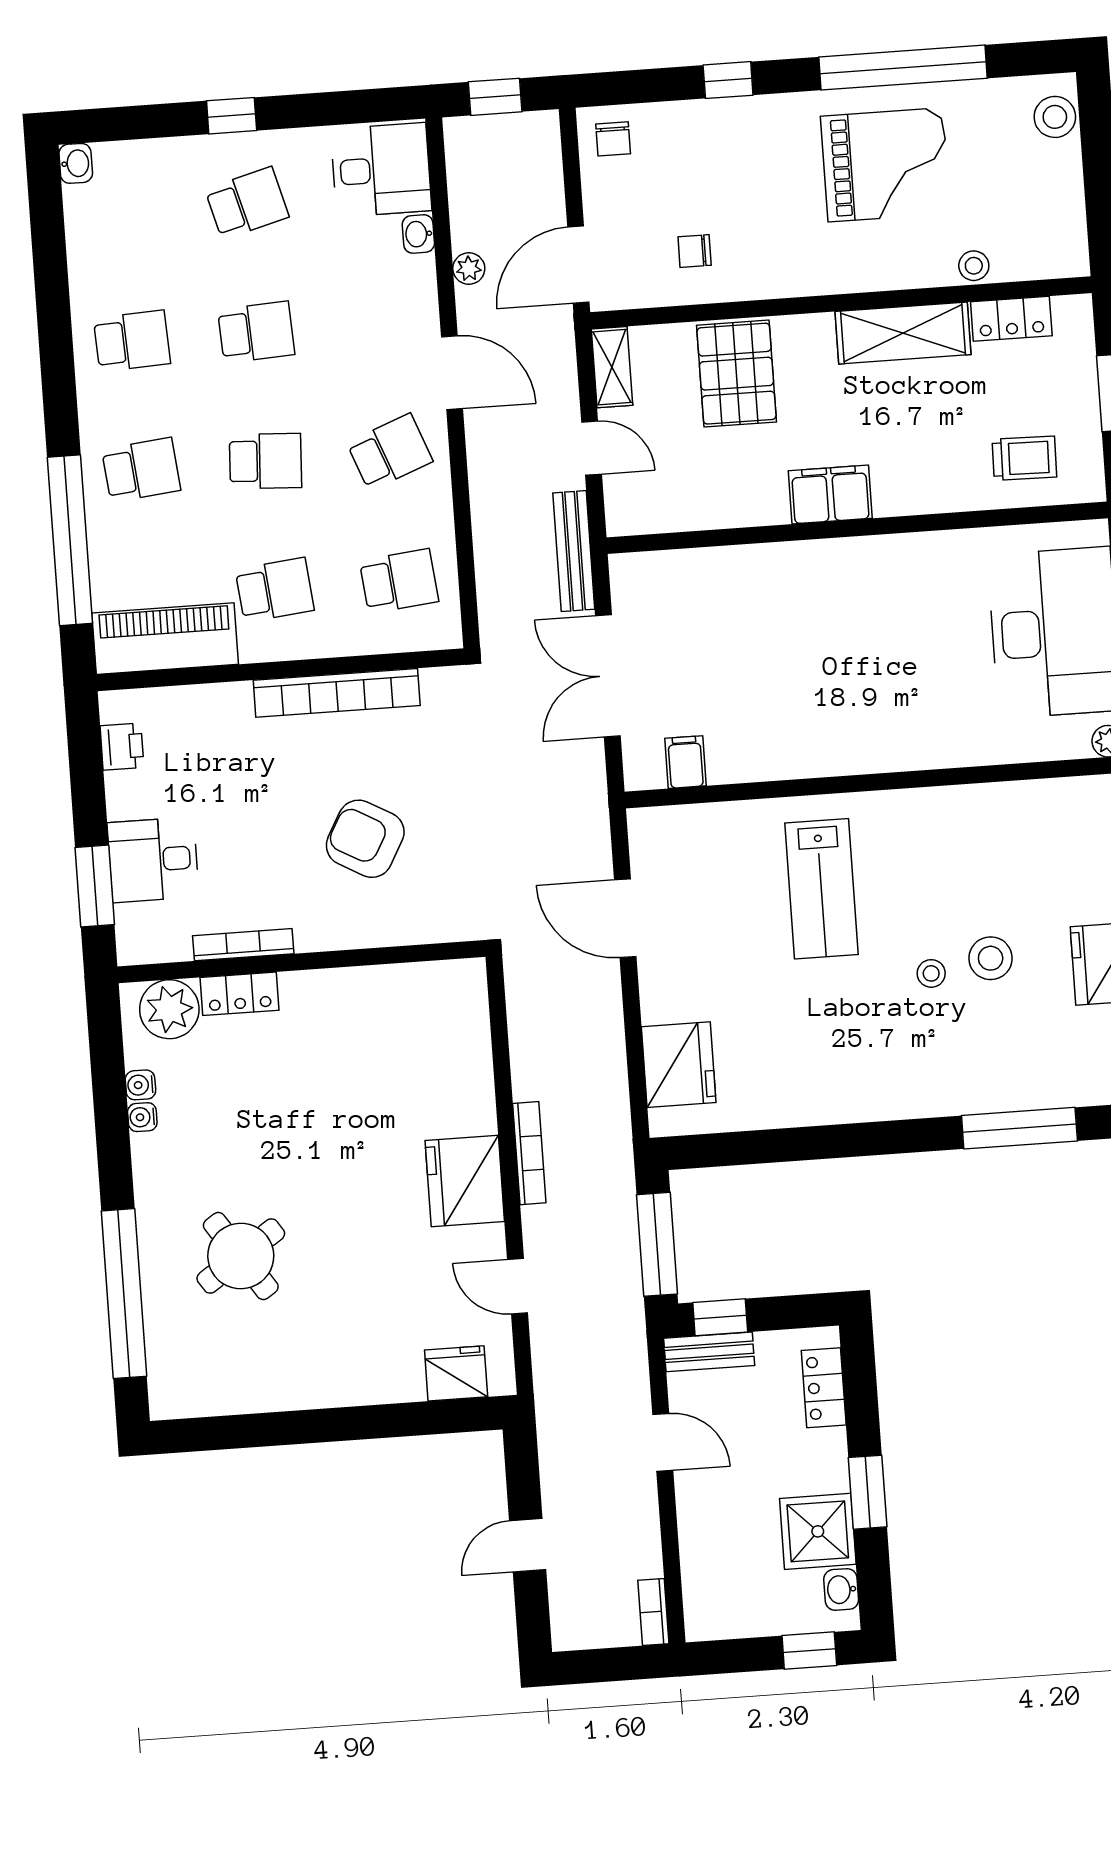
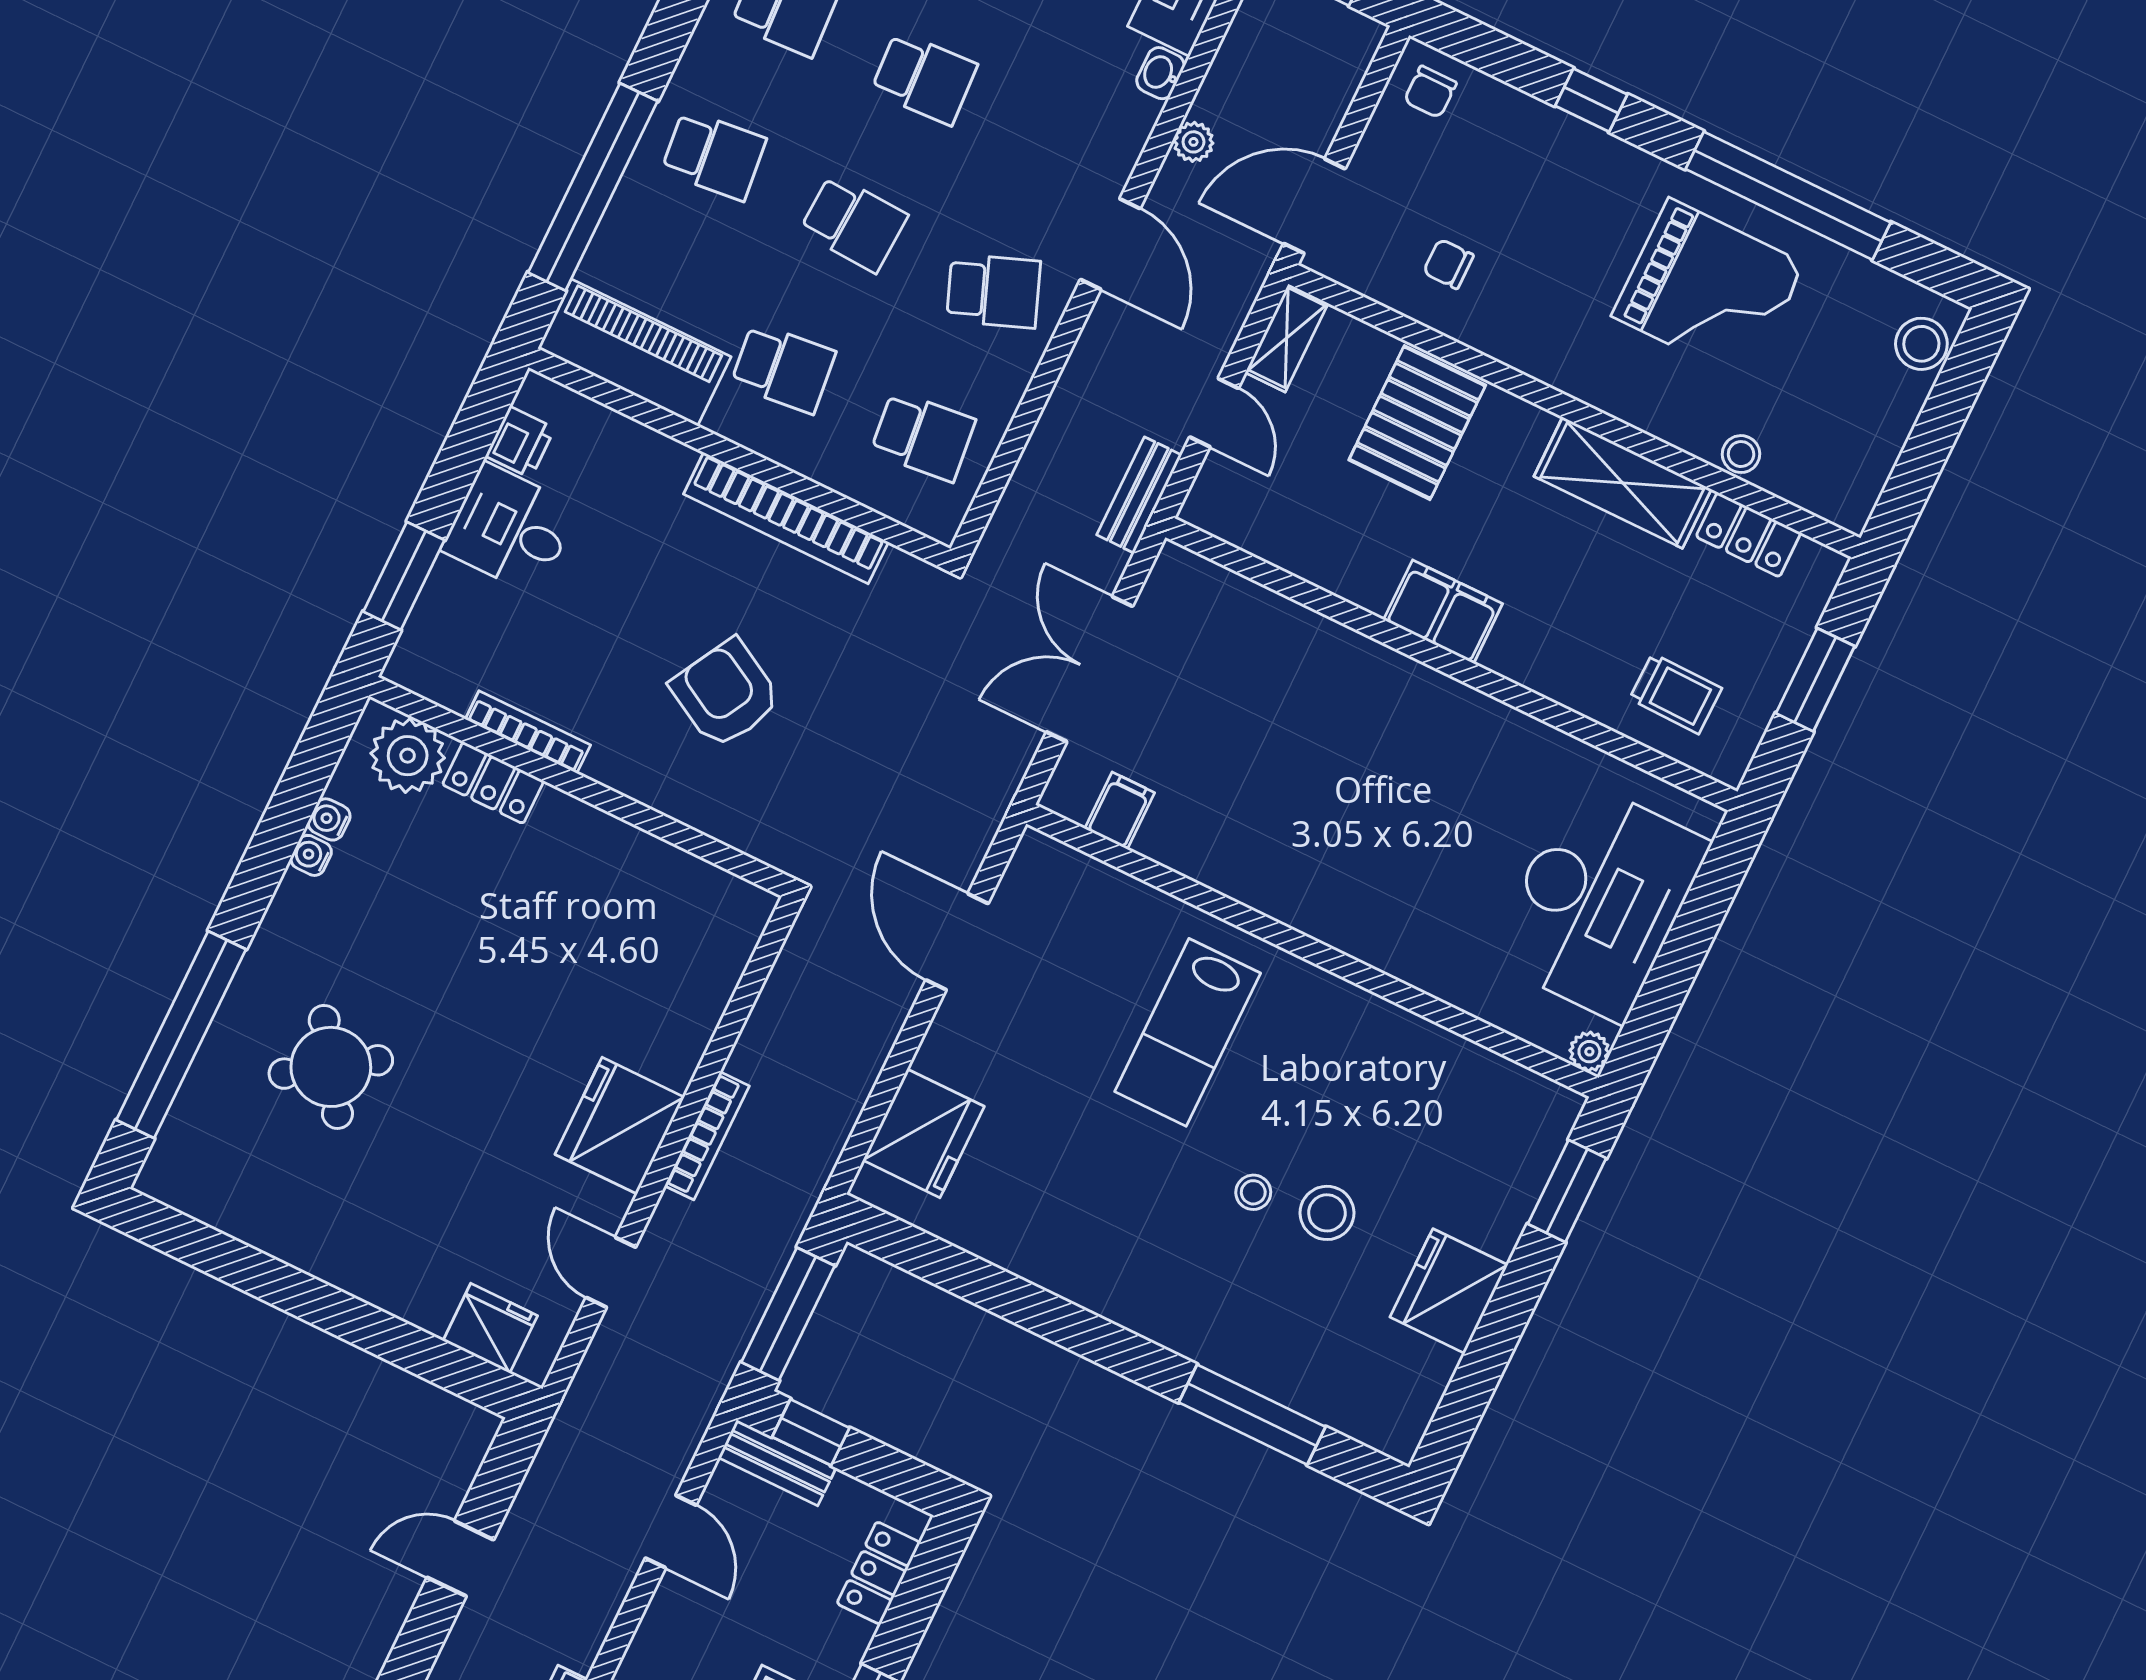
bench: (574, 551) -> (1139, 495), width x0.73
desk: (153, 860) -> (510, 529), moved

